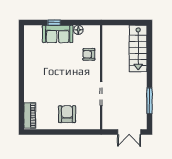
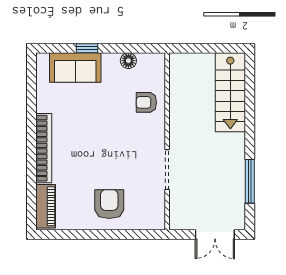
sofa: (58, 34) -> (75, 68), moved
bookcase: (29, 81) -> (44, 148), added

